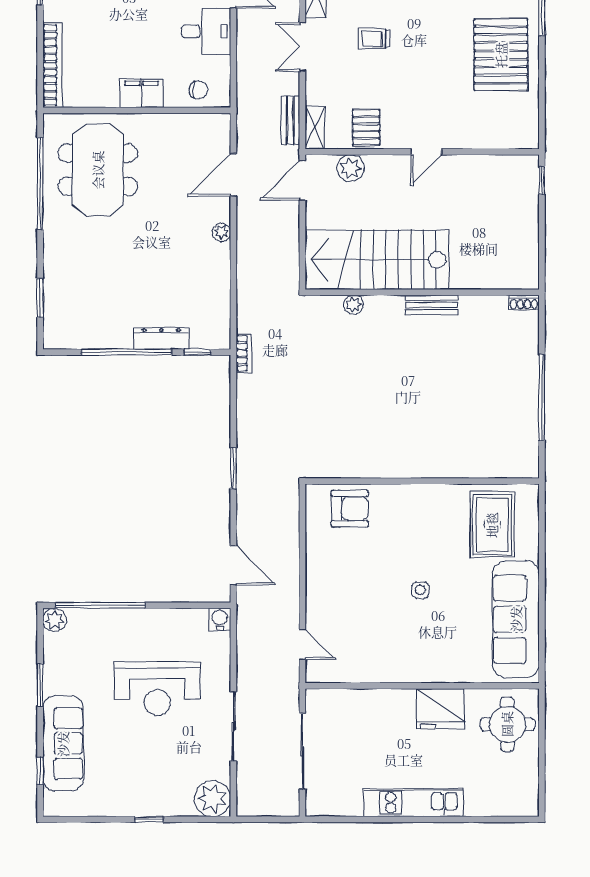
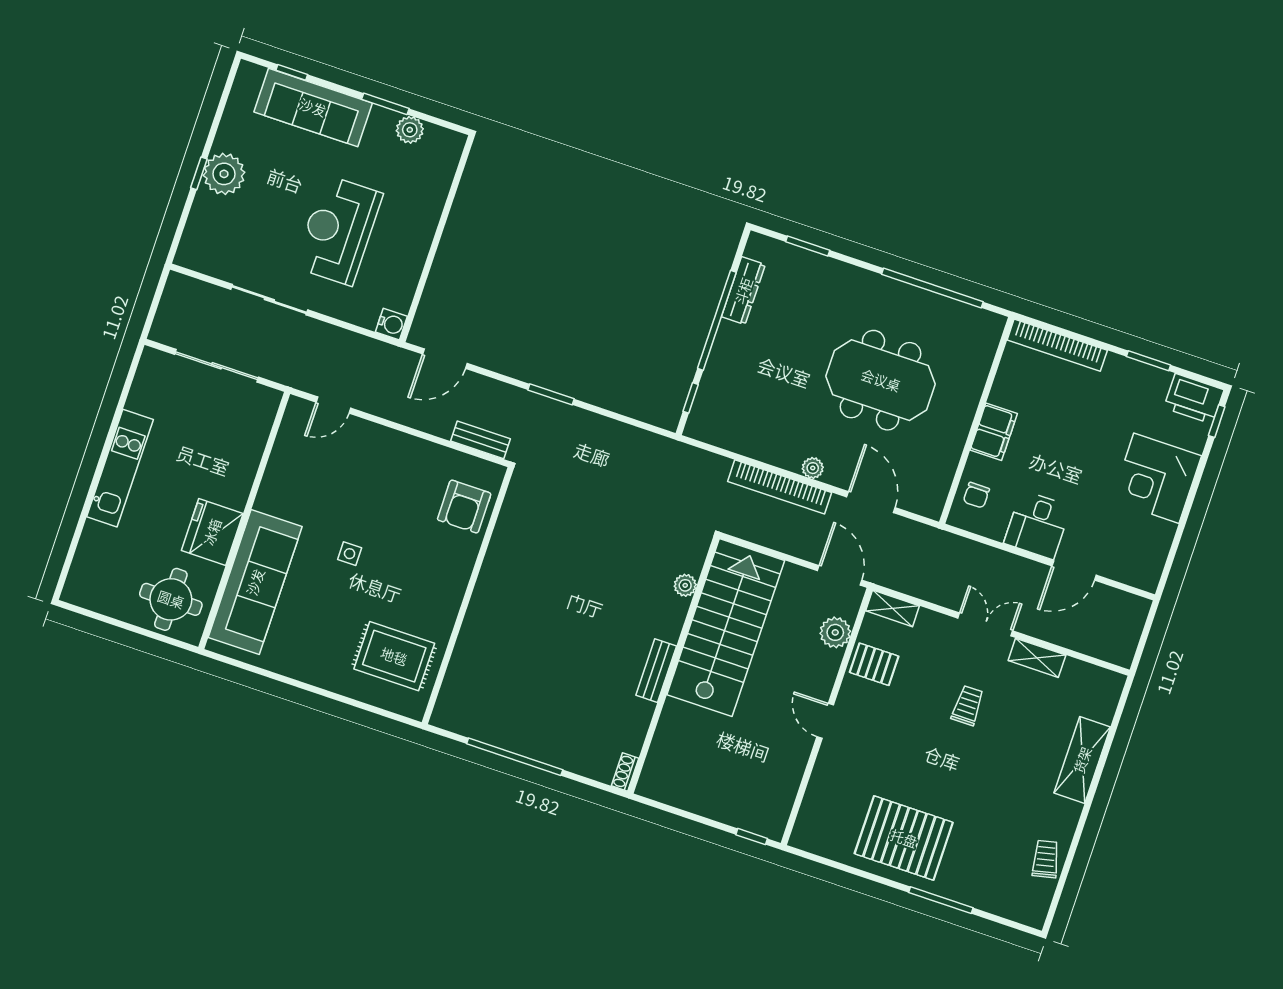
bench: (290, 120) -> (480, 440), moved
meeting table: (98, 170) -> (881, 380), moved
dresser: (161, 339) -> (743, 291), moved
bookcase: (244, 353) -> (780, 487), moved, width x2.31, depth x1.31
window: (100, 605) -> (450, 199), removed
sofa: (516, 619) -> (255, 582), moved, turned 90
plant: (55, 620) -> (410, 130), moved
plant: (213, 798) -> (224, 174), moved

